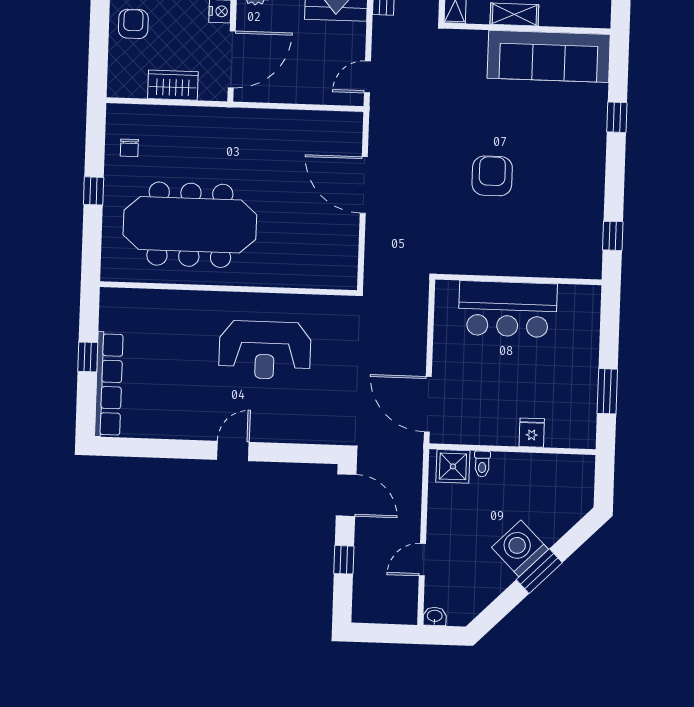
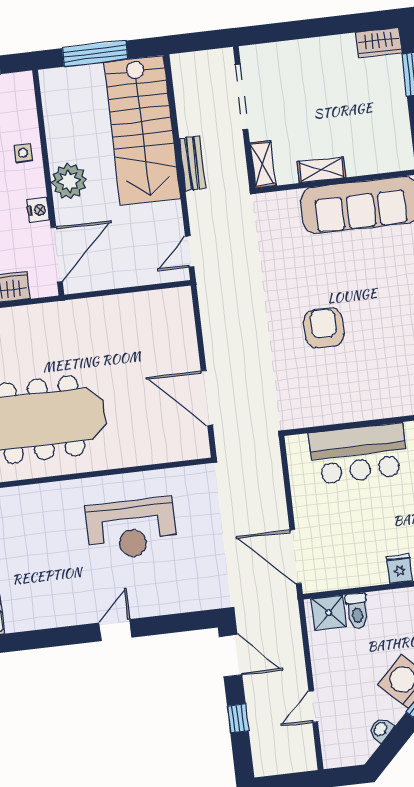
door: (364, 185) -> (207, 398), moved
toilet: (482, 464) -> (357, 611), width x1.37, depth x1.39
washbasin: (435, 616) -> (381, 730), moved, turned -45

